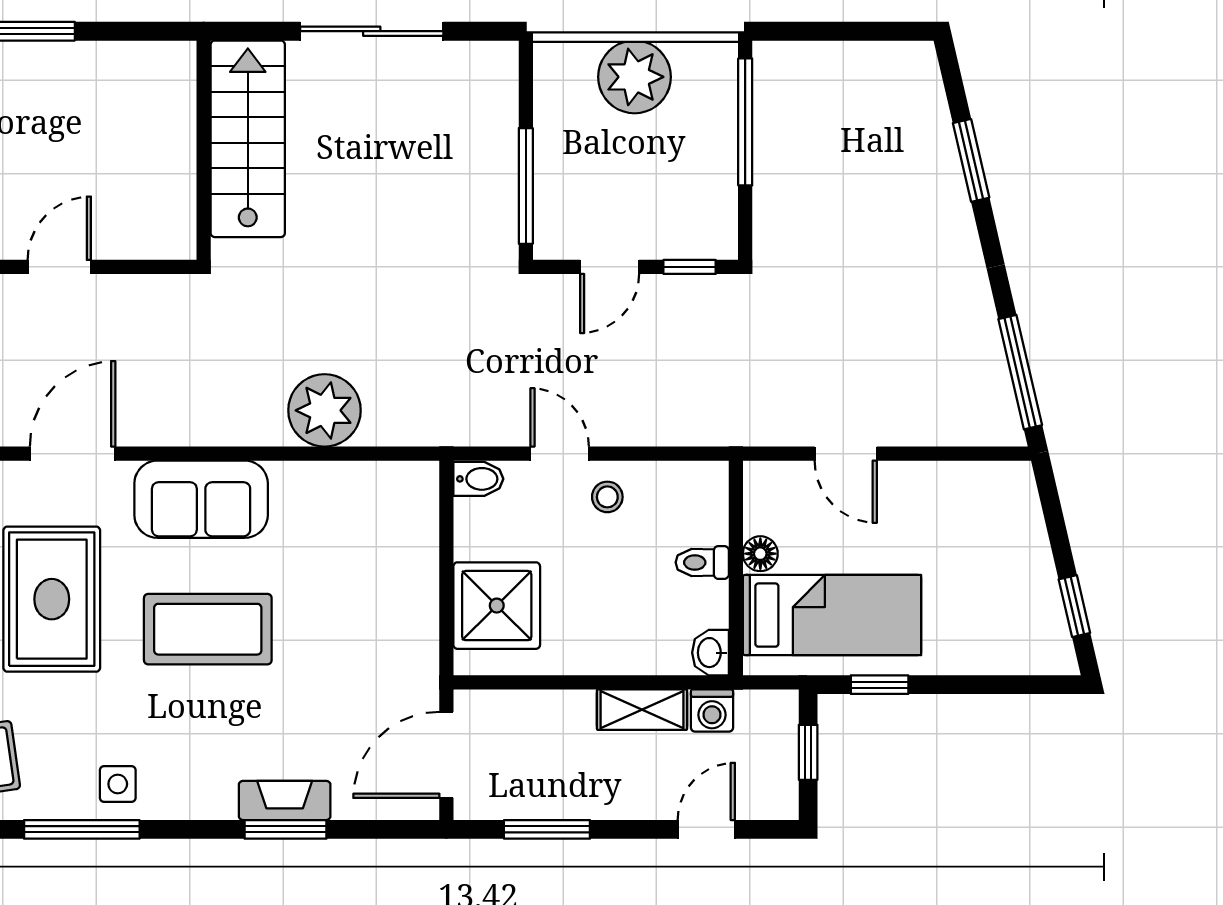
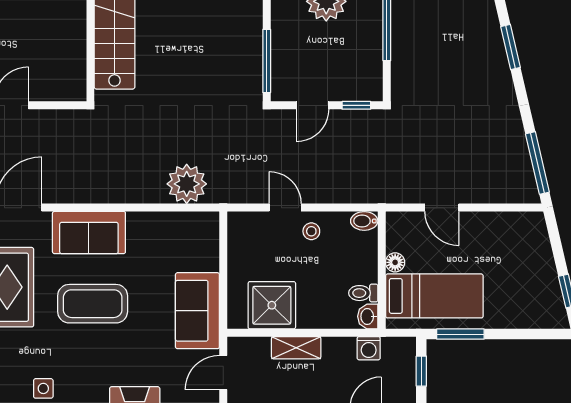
plant: (324, 410) -> (187, 184), moved
bidet: (478, 479) -> (364, 221), moved, turned 180
toilet: (702, 562) -> (363, 293), moved
shower: (497, 606) -> (272, 305), moved
sofa: (399, 642) -> (197, 311), added
window: (880, 685) -> (460, 334), width x1.50
shelving: (642, 710) -> (296, 348), moved
door: (446, 755) -> (223, 372), width x0.73

